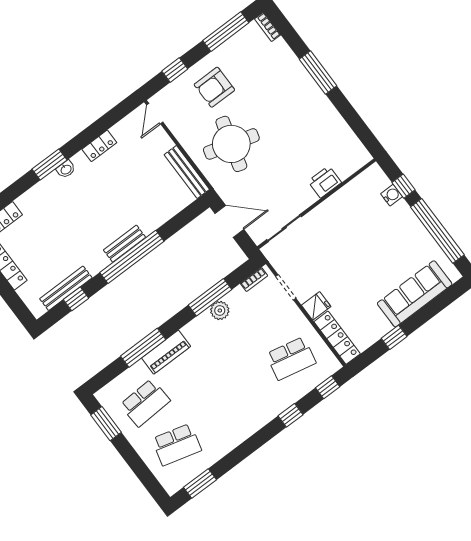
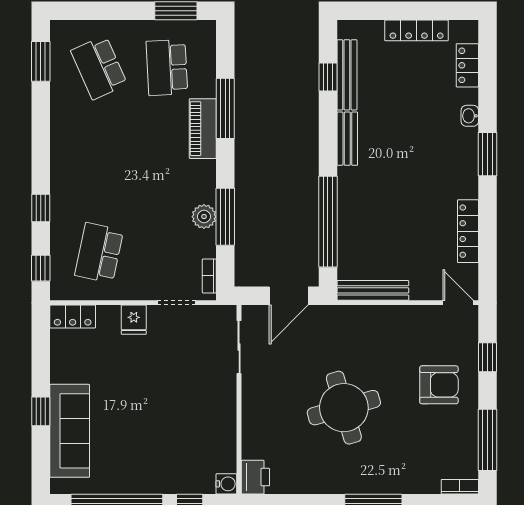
armchair: (214, 87) -> (439, 385), turned 90
round table: (231, 144) -> (344, 408), moved, turned -32
locker: (99, 146) -> (468, 231), width x1.53
washbasin: (66, 169) -> (470, 116), moved
printer: (325, 182) -> (255, 477), moved
water cooler: (392, 195) -> (226, 484), moved, turned -90
bench: (125, 244) -> (347, 139), moved
window: (132, 257) -> (328, 222), moved
window: (394, 337) -> (41, 411), moved
locker: (337, 338) -> (73, 316), width x0.66
school desk: (177, 445) -> (99, 68), turned -39

